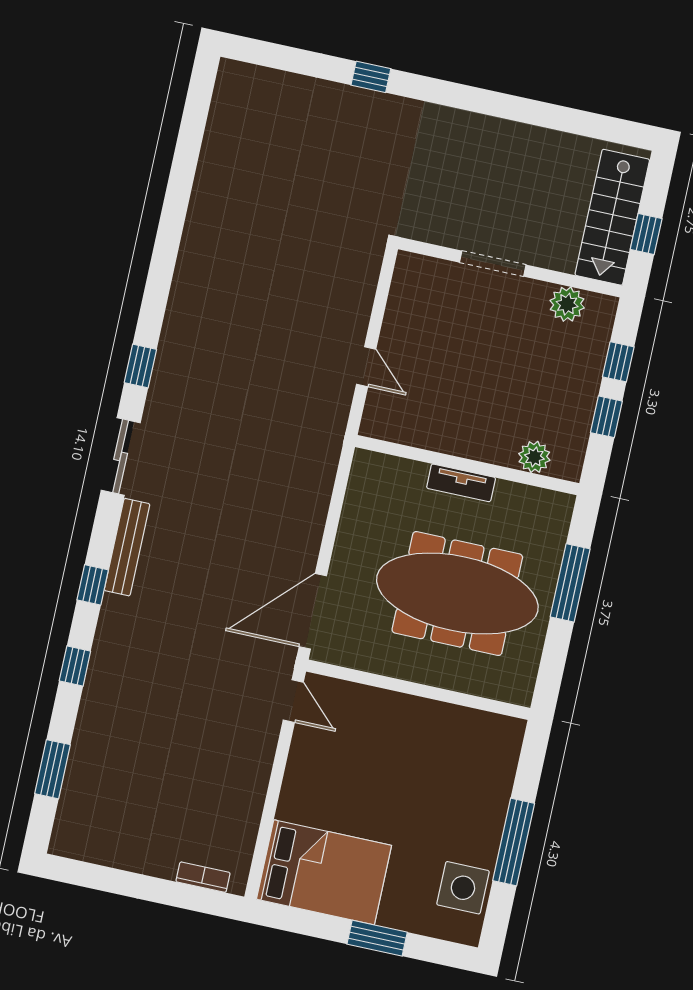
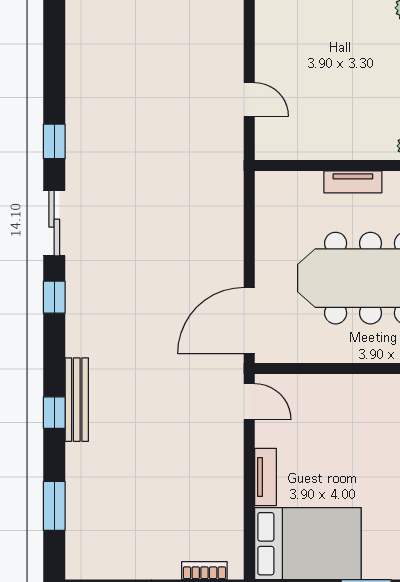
bench: (127, 547) -> (77, 400), moved
window: (93, 585) -> (54, 297), moved
tv unit: (293, 788) -> (265, 477), added

